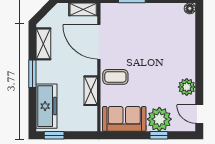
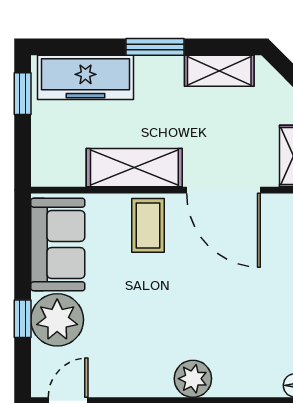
door: (99, 42) -> (224, 190), swing flipped
plant: (187, 87) -> (193, 379), moved
shelving: (91, 91) -> (134, 168), width x1.50, depth x1.33

